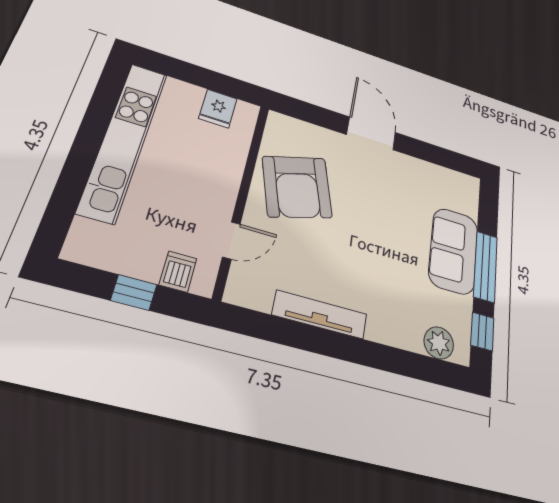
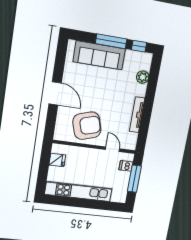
door: (371, 133) -> (55, 93), swing flipped
sofa: (454, 251) -> (99, 55), width x1.36
window: (134, 292) -> (134, 179), width x2.17
plant: (439, 343) -> (143, 77), moved

